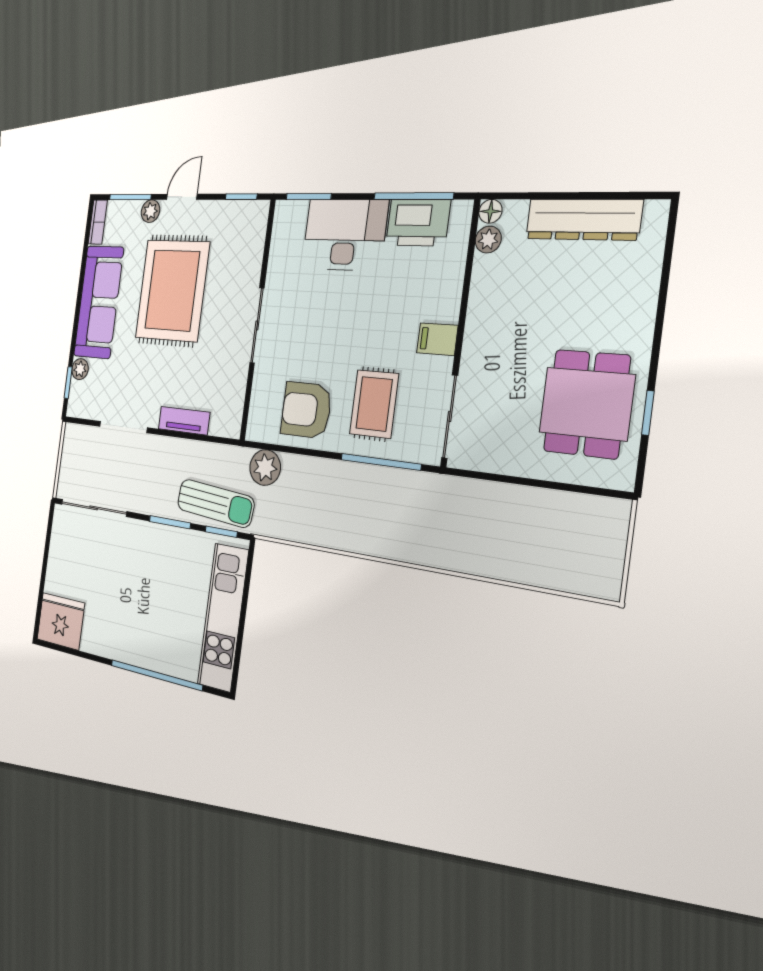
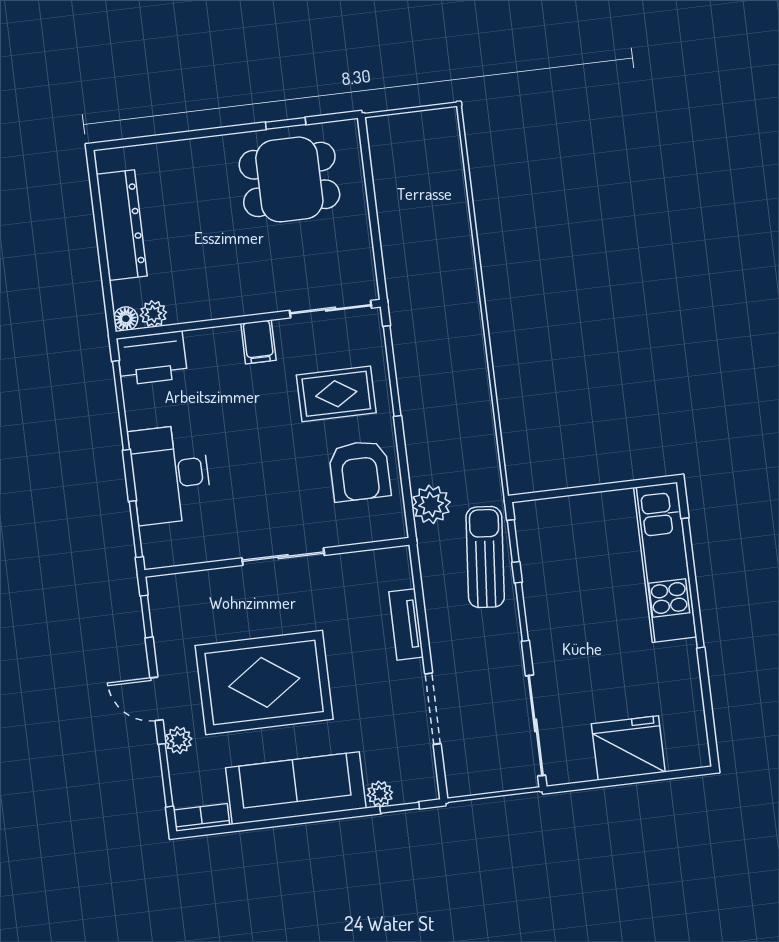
printer: (418, 223) -> (152, 358), moved, turned 90
kitchen unit: (223, 617) -> (665, 562), moved, turned 90
fridge: (61, 621) -> (628, 748), moved, turned 90

